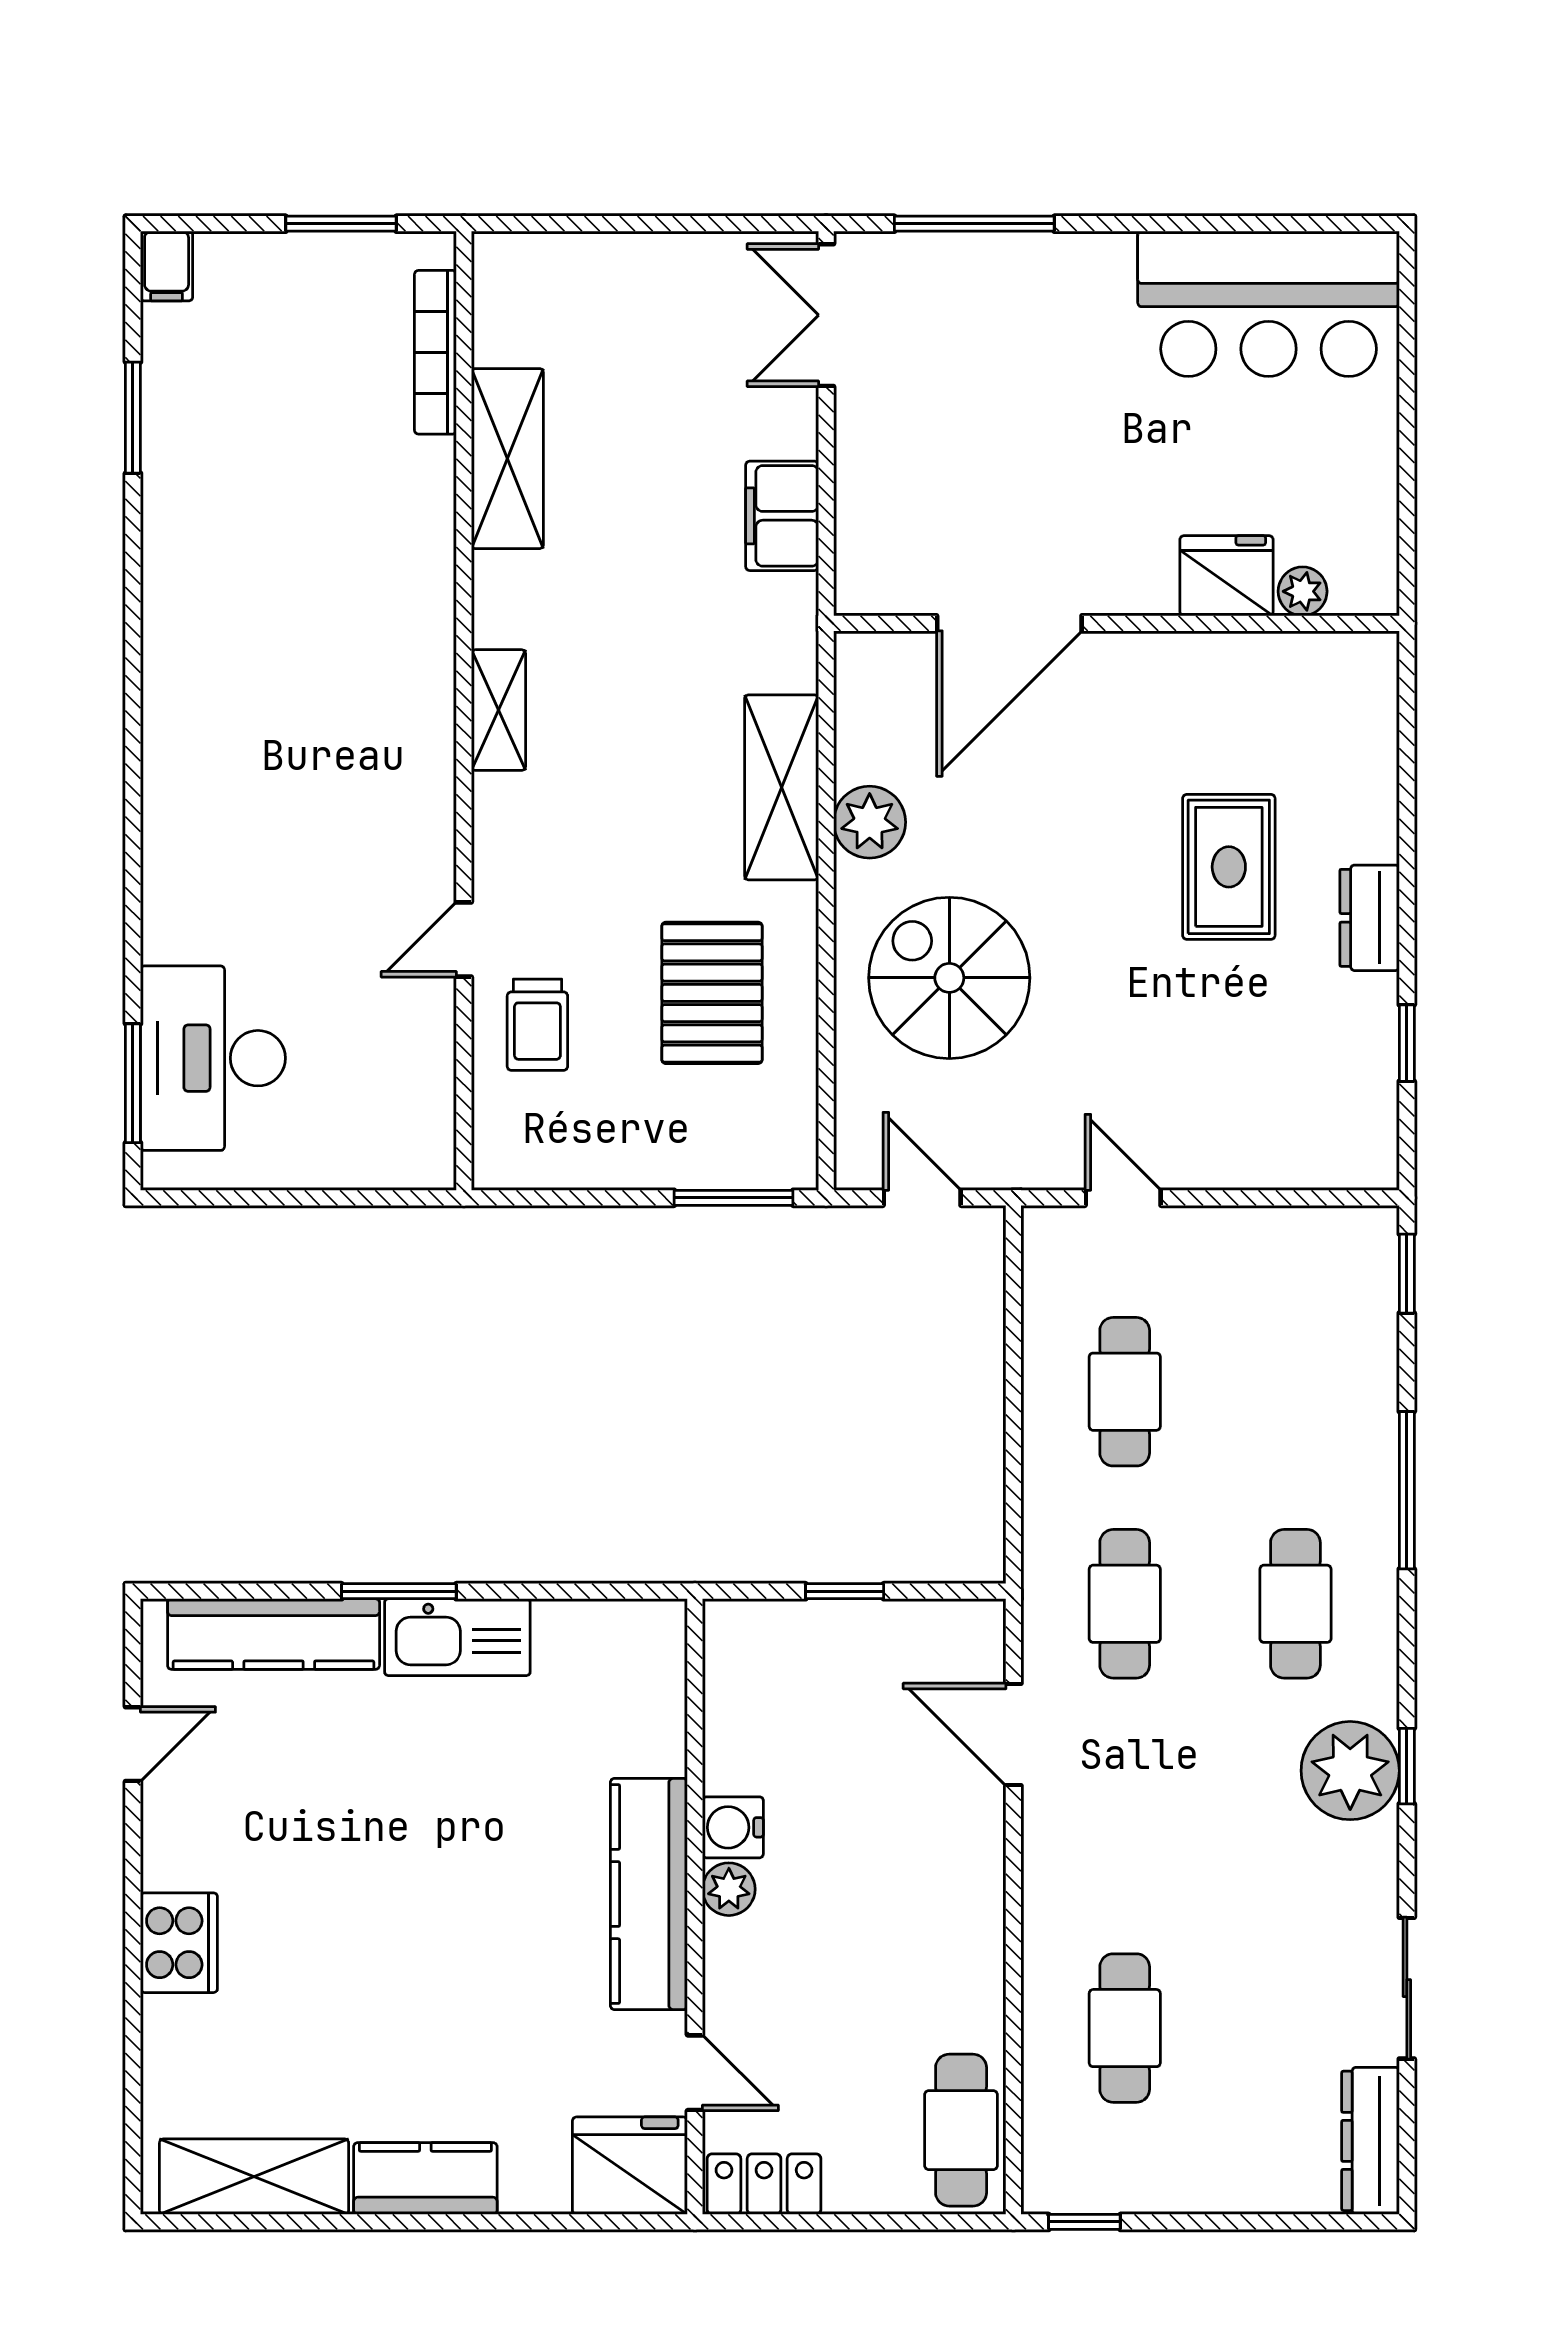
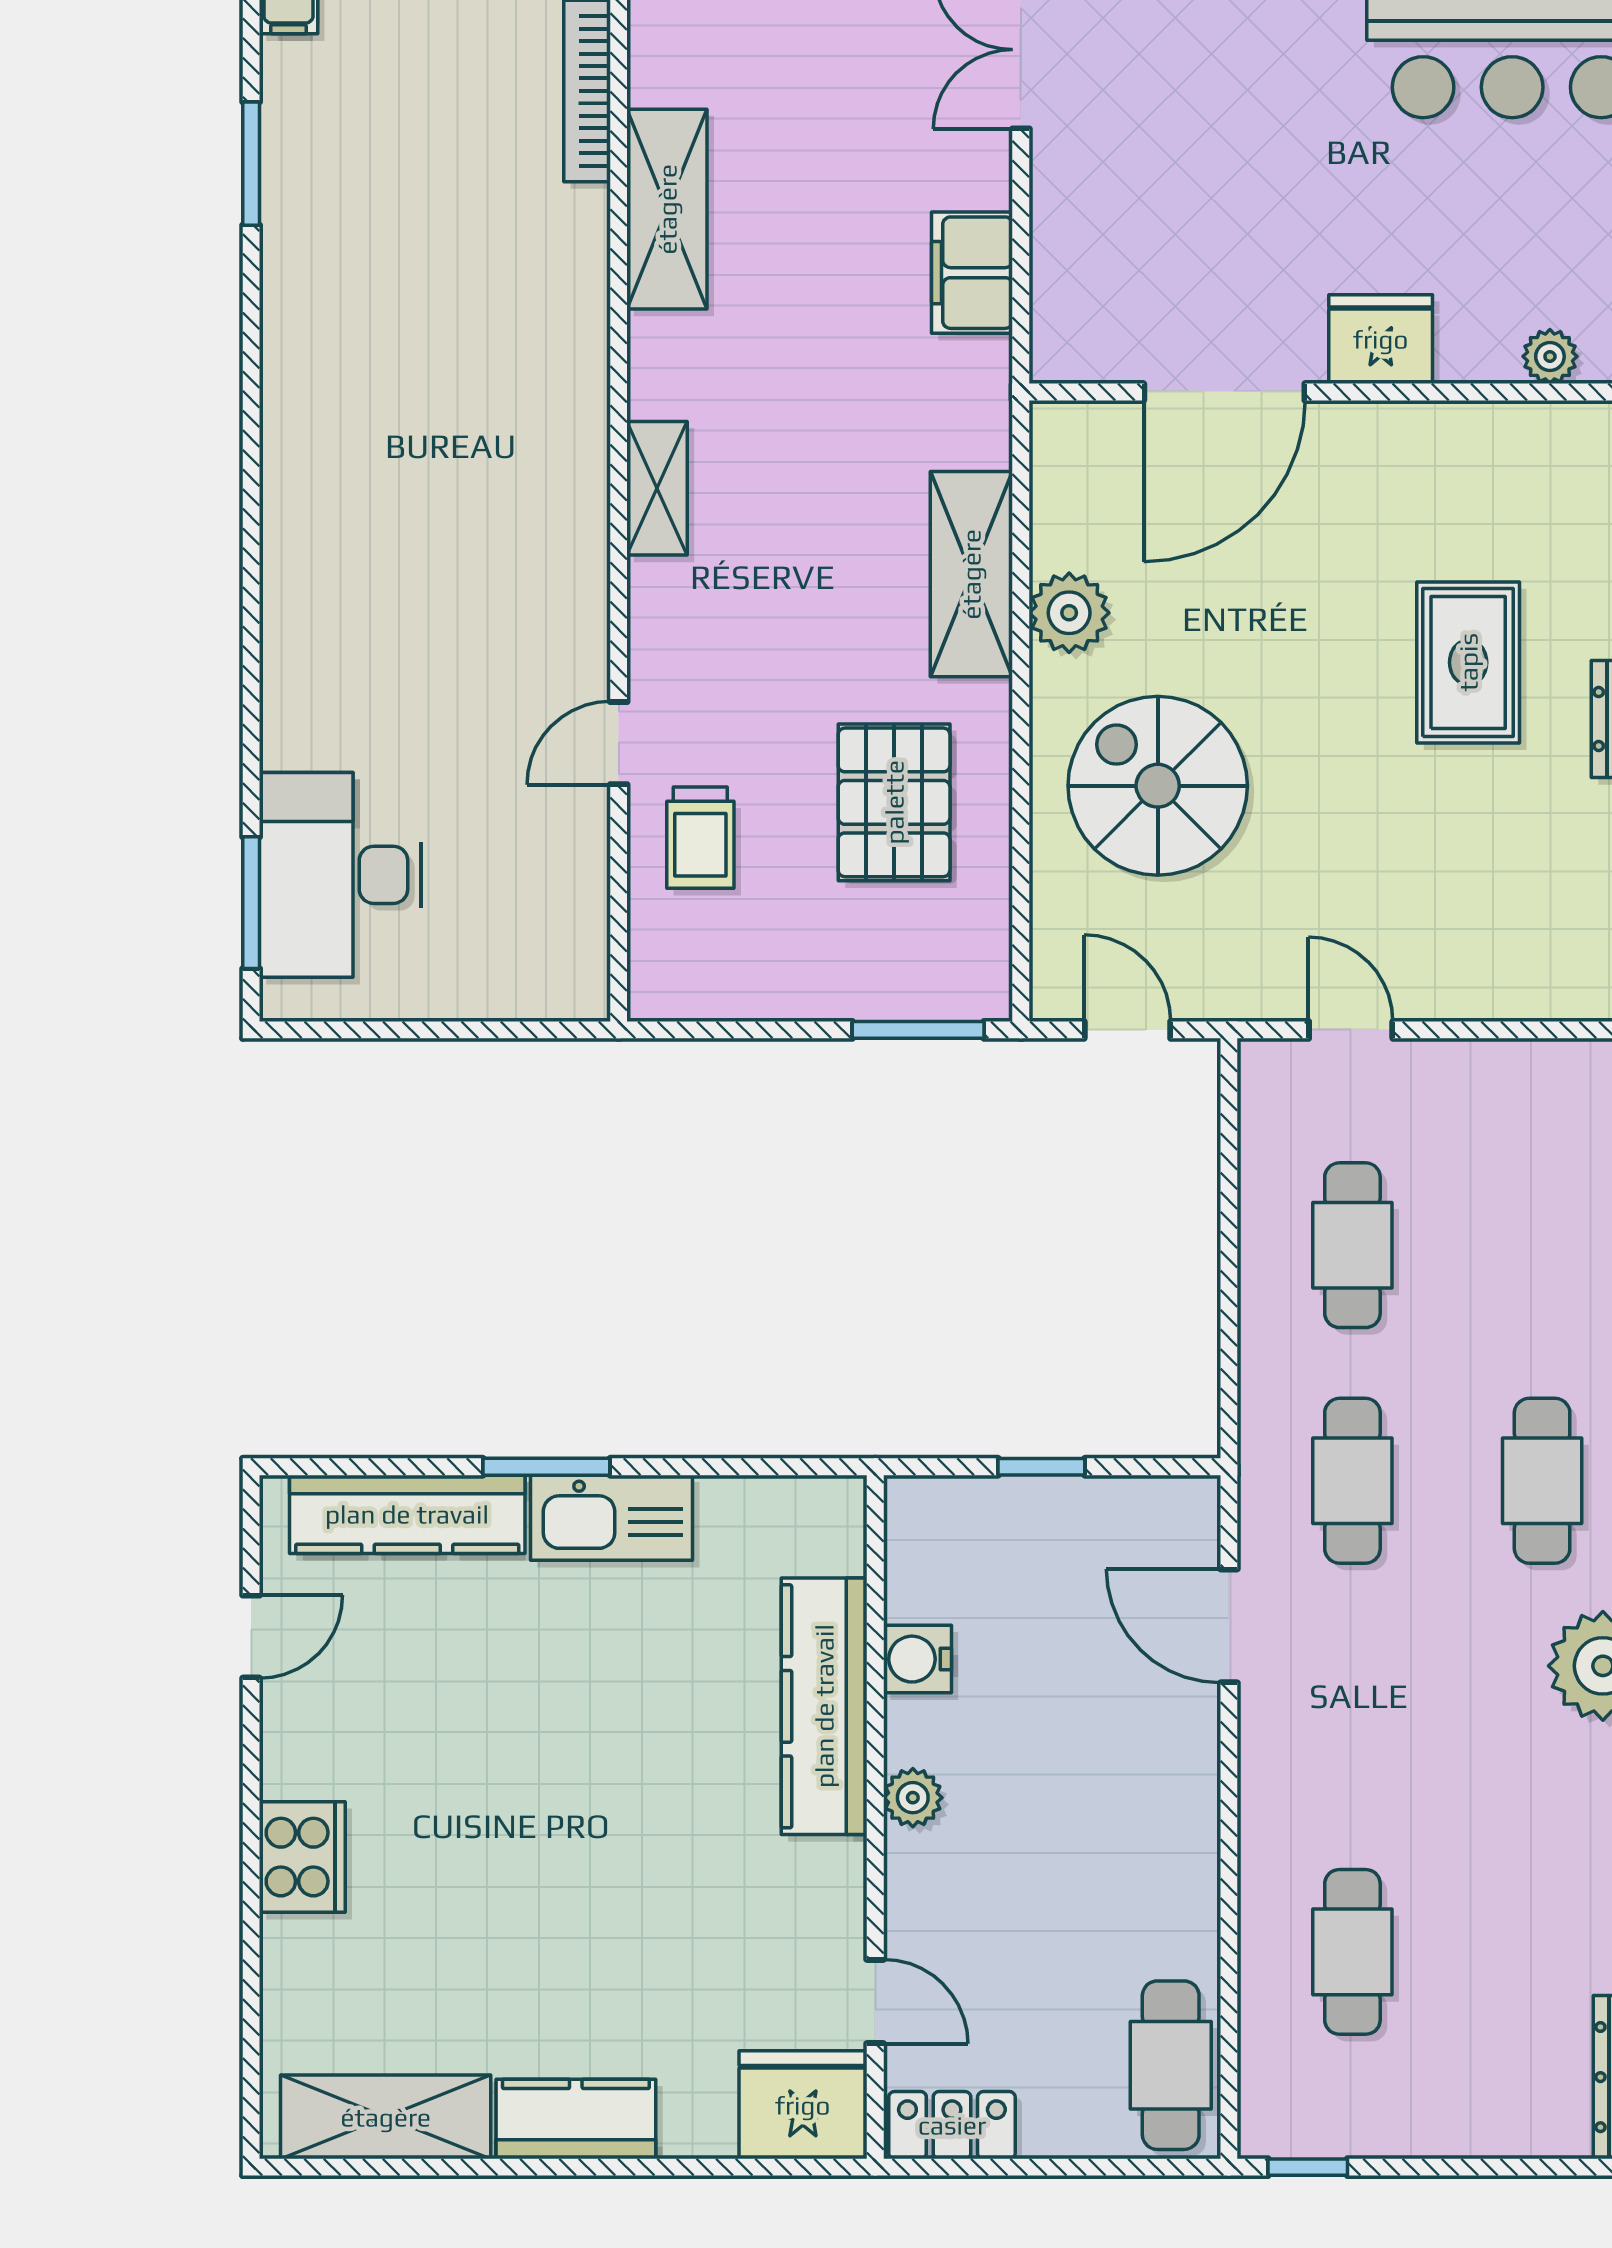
fridge: (1227, 576) -> (1381, 339), moved
water cooler: (733, 1827) -> (917, 1659), moved
kitchen counter: (649, 1894) -> (824, 1706), moved

